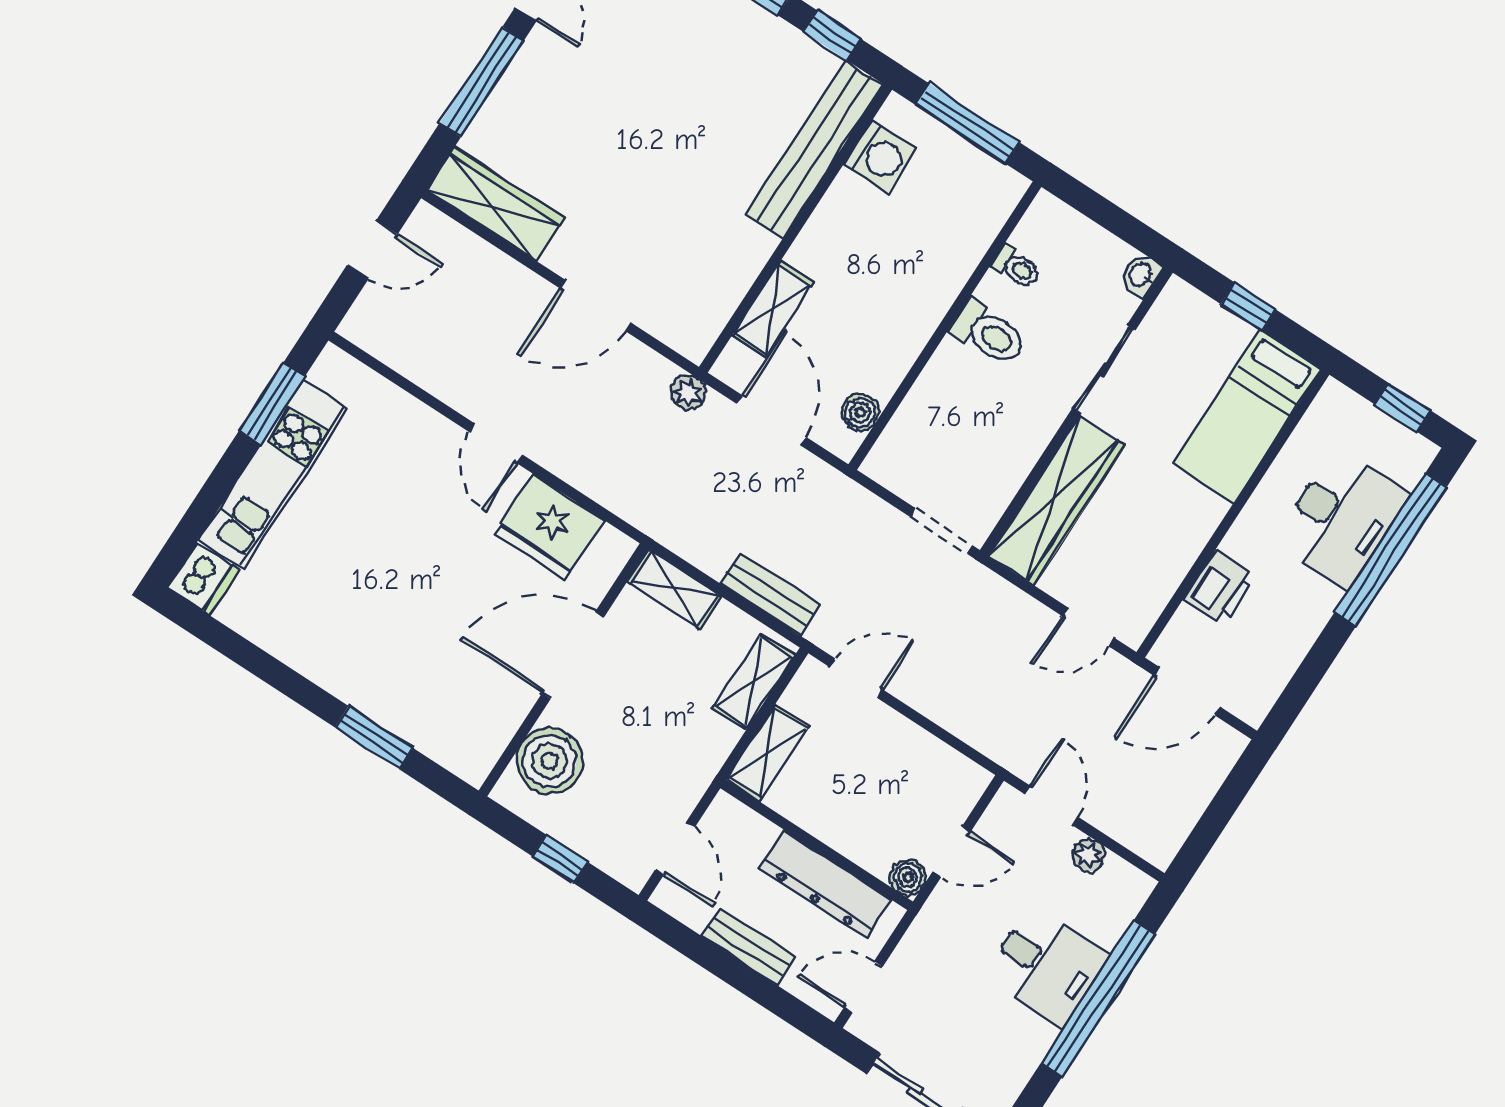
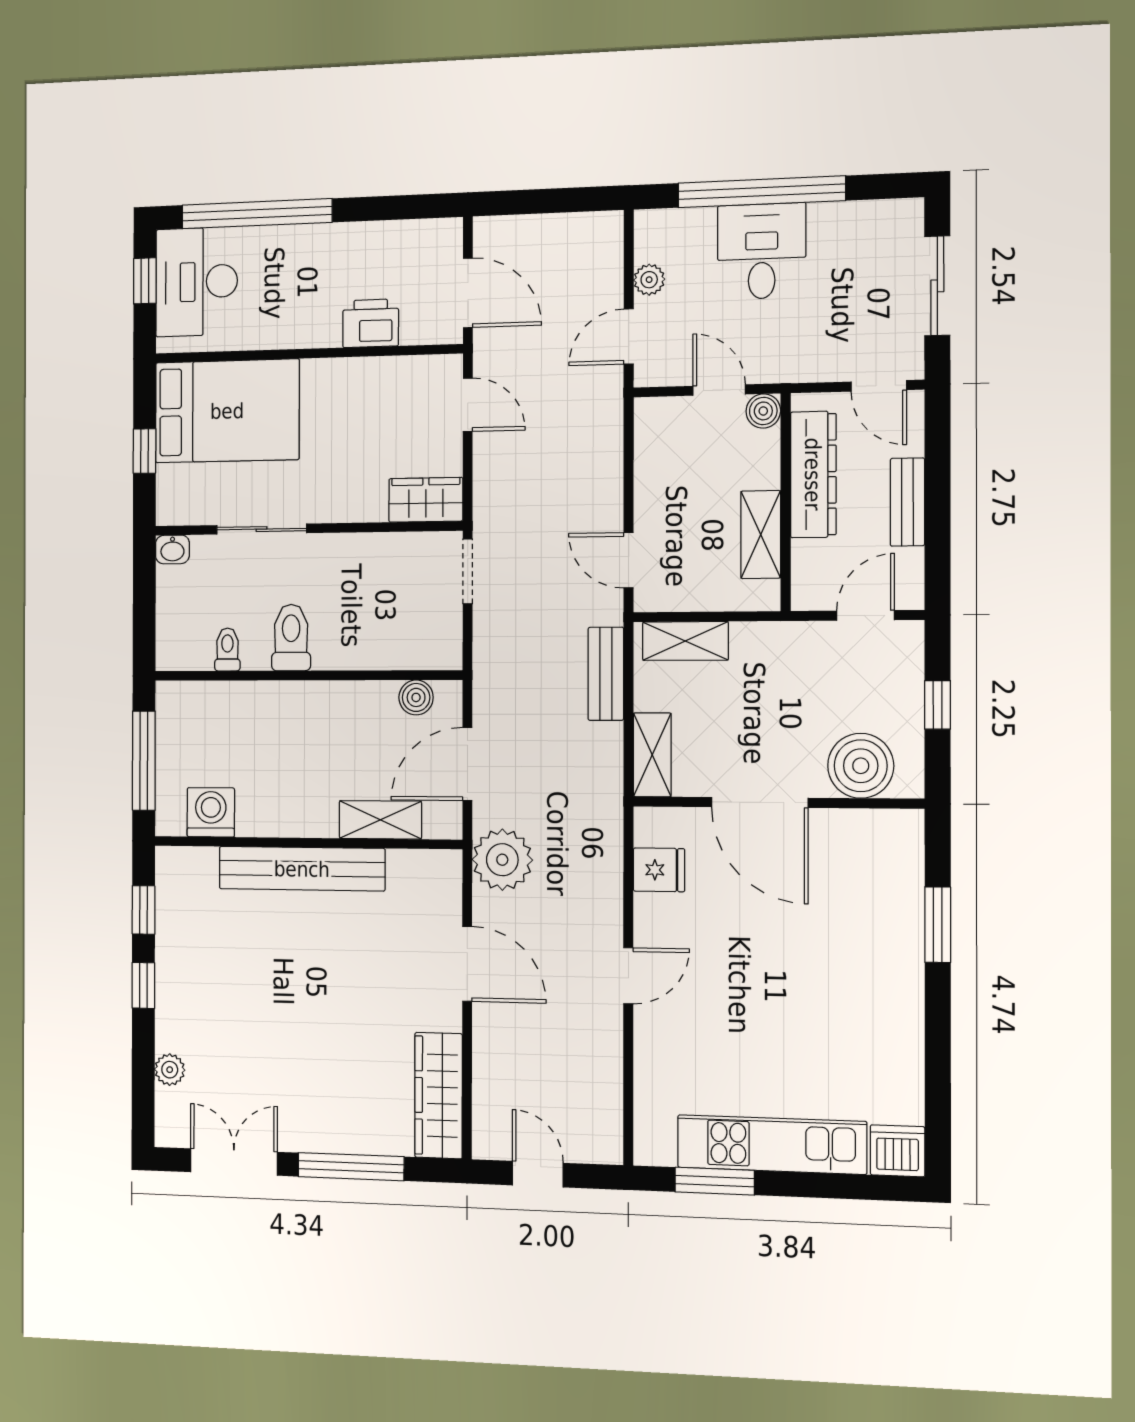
bench: (814, 149) -> (302, 869), moved
plant: (688, 393) -> (502, 860), width x1.88, depth x1.88
bed: (1247, 416) -> (227, 411), width x1.50
wardrobe: (1057, 500) -> (426, 500), width x0.48, depth x0.85
desk: (1341, 519) -> (197, 282), moved, turned -90
fridge: (549, 527) -> (659, 870), width x0.53, depth x0.75
shelving: (767, 753) -> (761, 535), moved, turned 90

